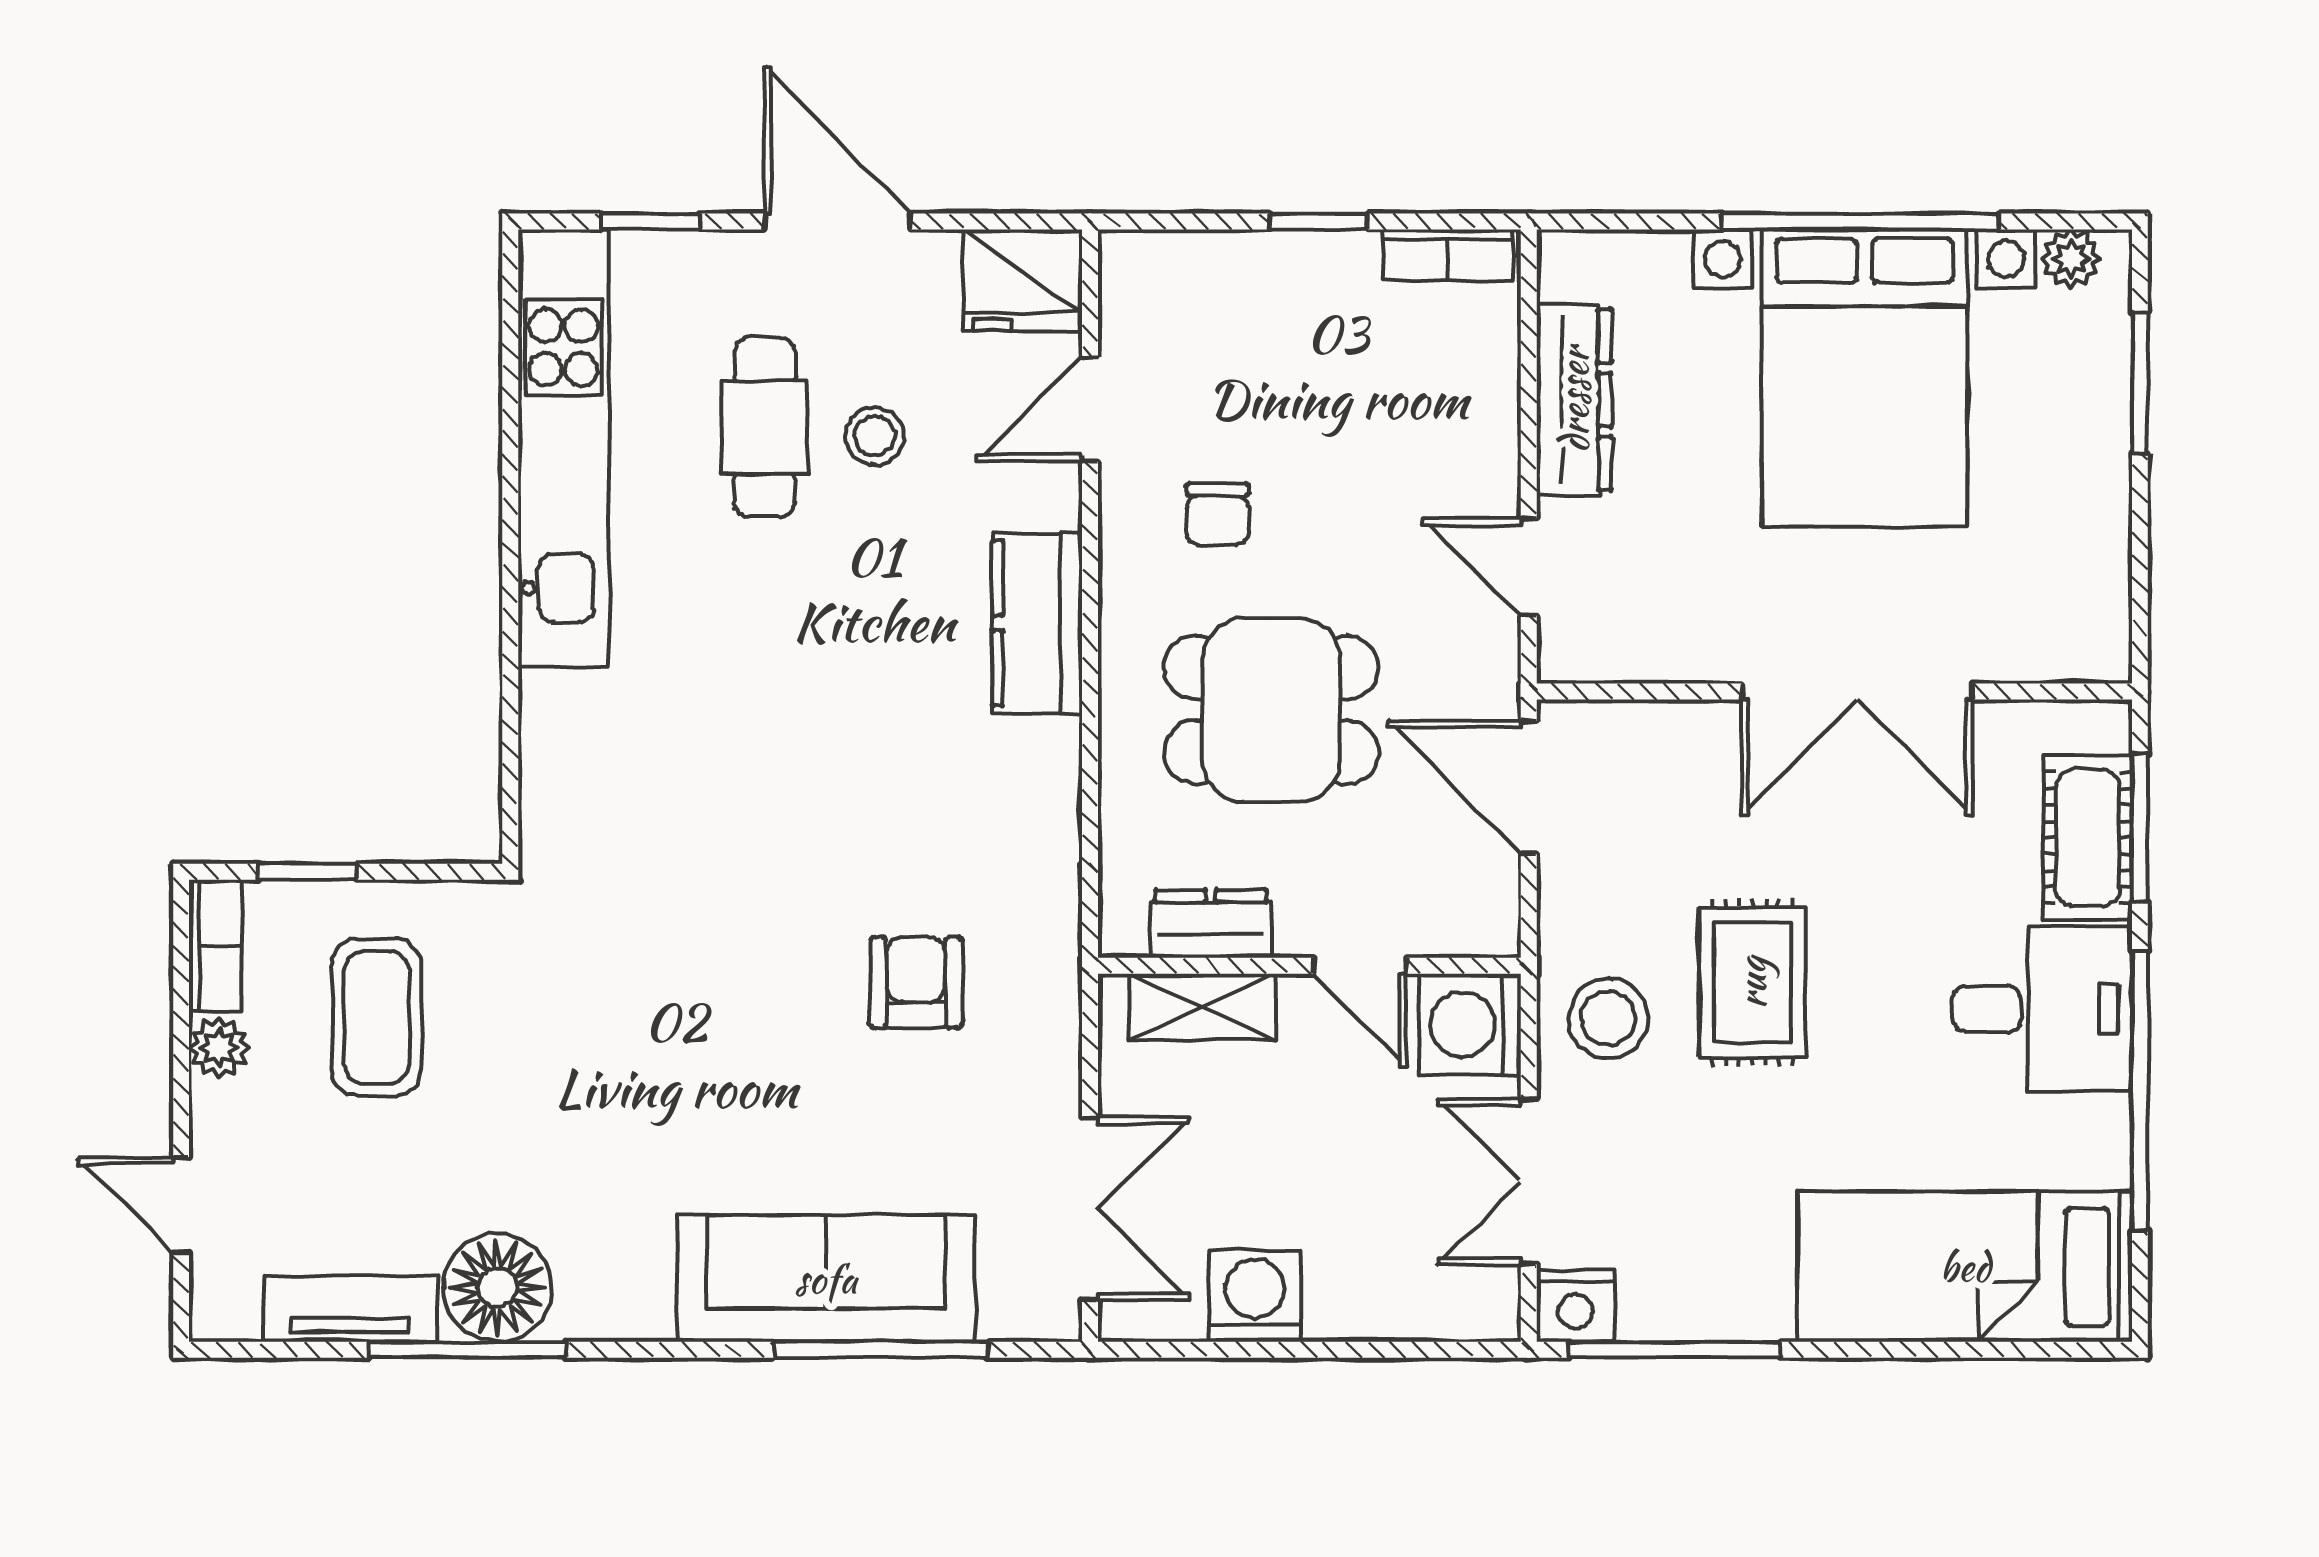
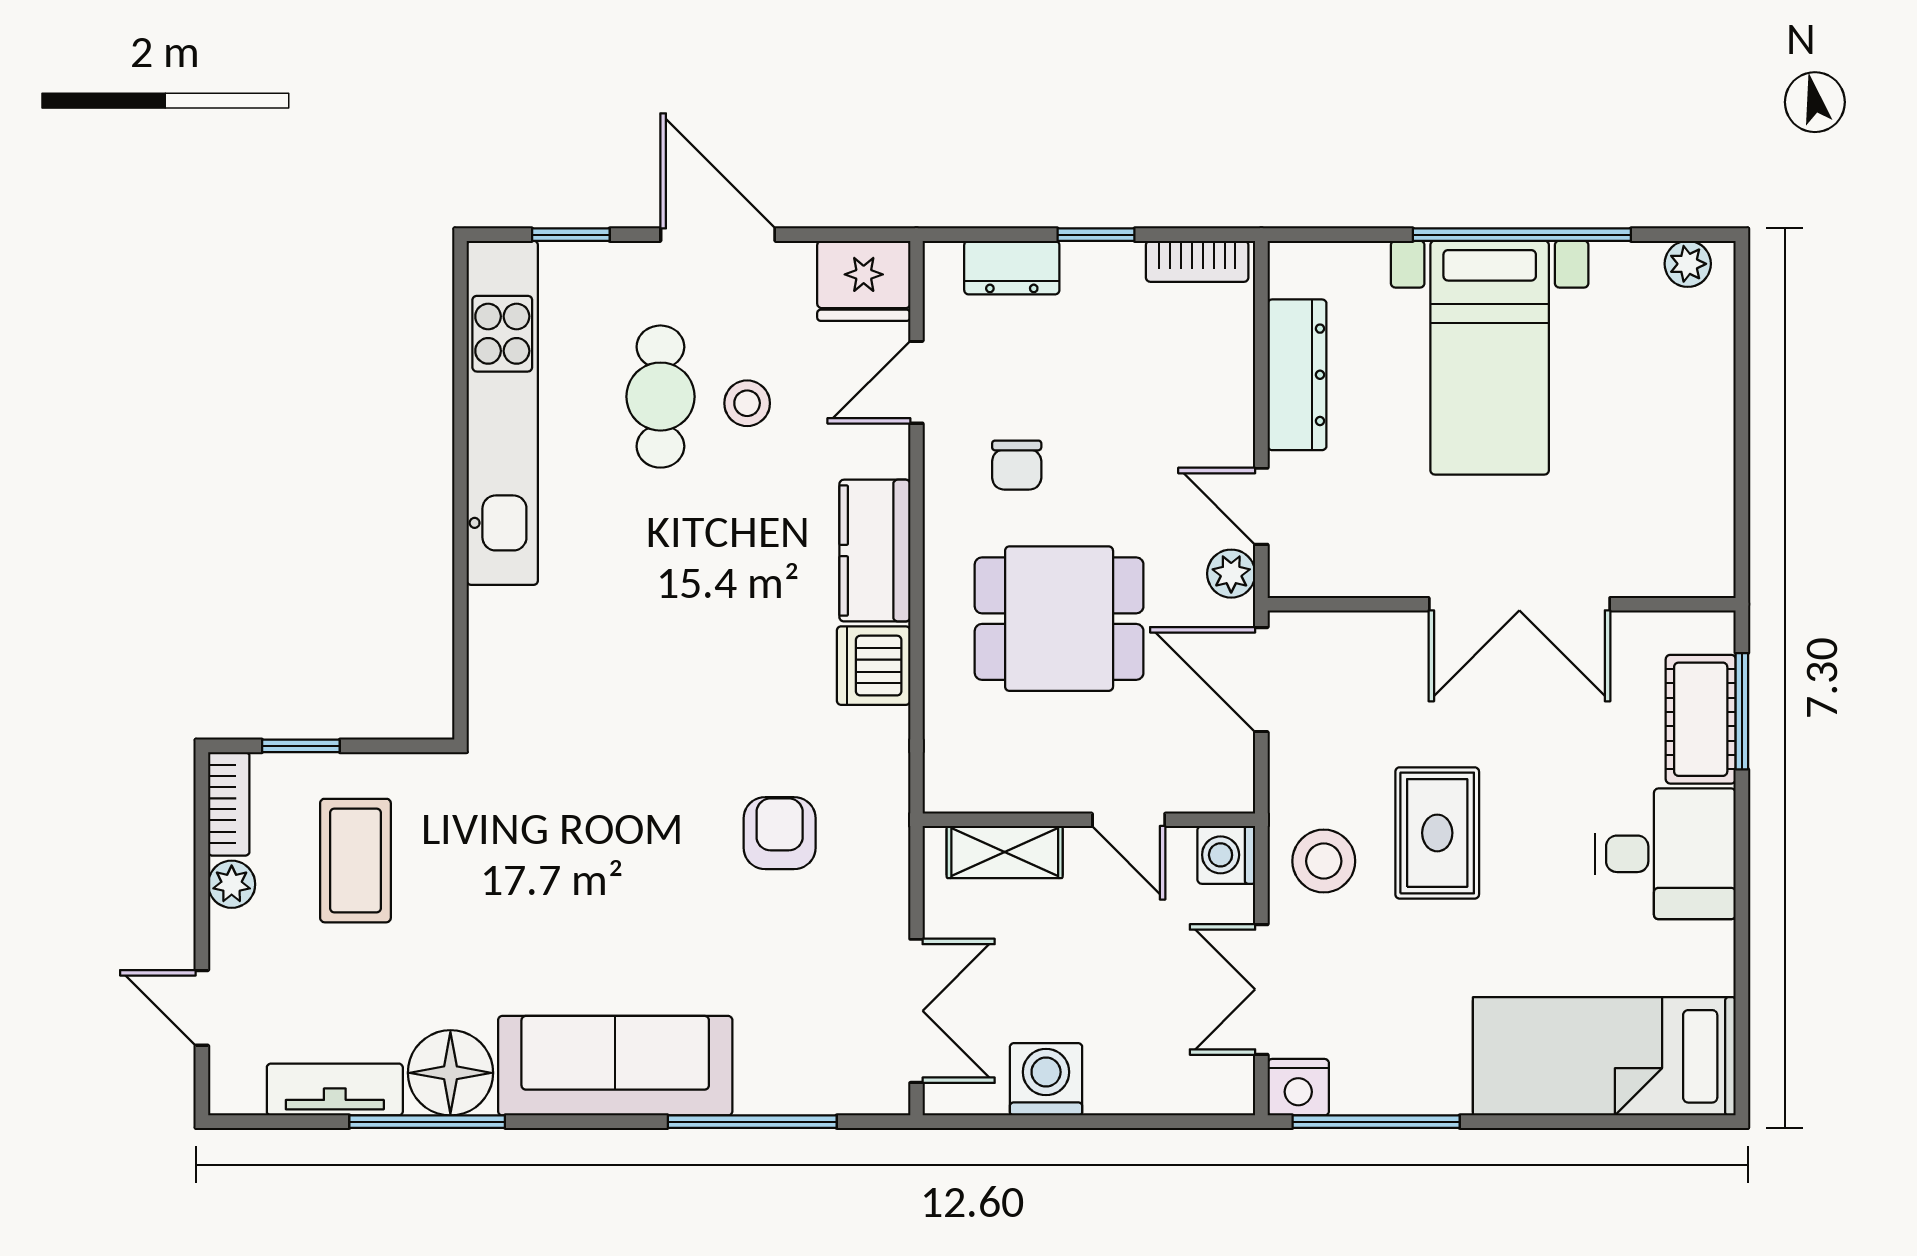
bed with nightstands: (1864, 378) -> (1490, 358), width x0.73
window: (2140, 383) -> (1742, 362), removed
plant: (1490, 653) -> (1231, 574), added
dishwasher: (1035, 770) -> (874, 666), added
dresser: (1211, 924) -> (1012, 268), moved, turned 180
washing machine: (1470, 1024) -> (1226, 855), width x0.73, depth x0.73
window: (2140, 1090) -> (1742, 918), removed
sofa: (826, 1279) -> (615, 1066), moved

